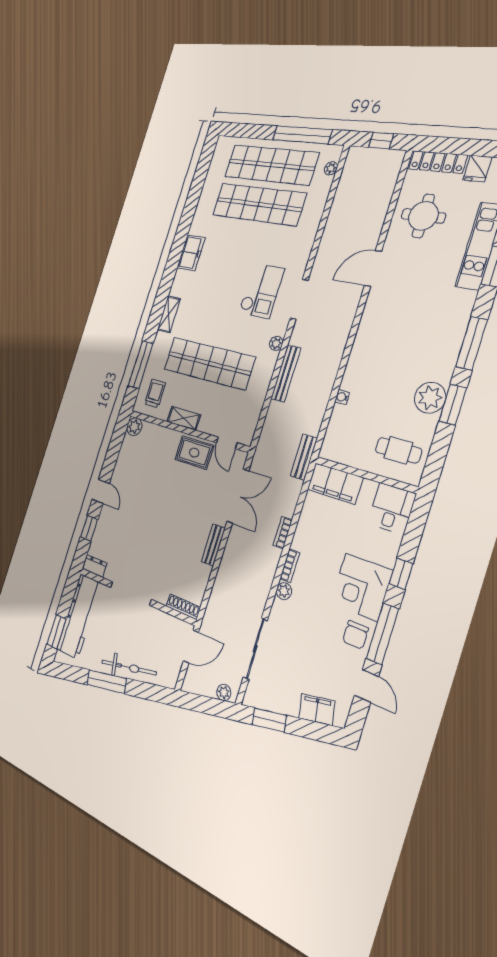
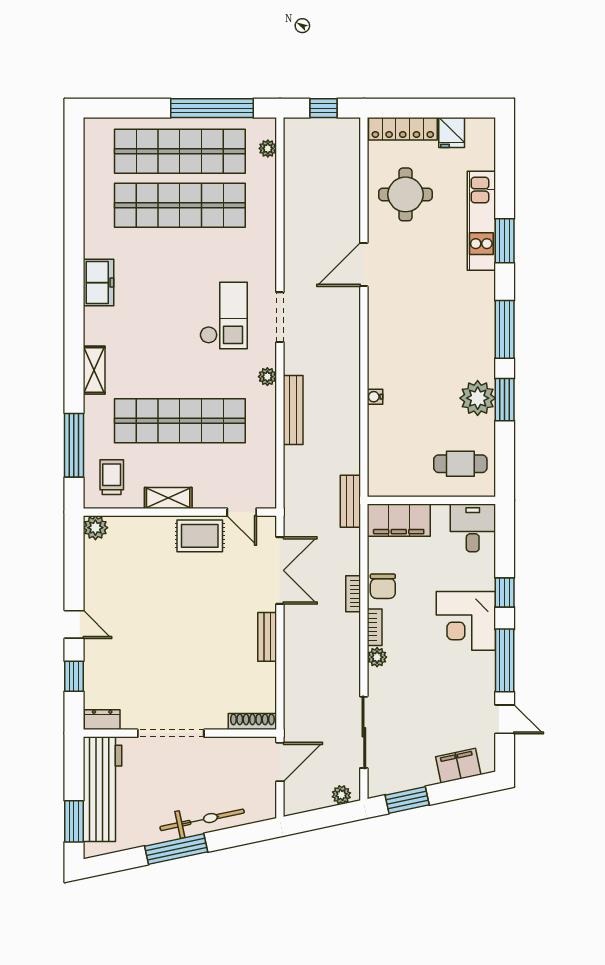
water cooler: (342, 397) -> (375, 397), moved
chair: (355, 635) -> (383, 586), moved

